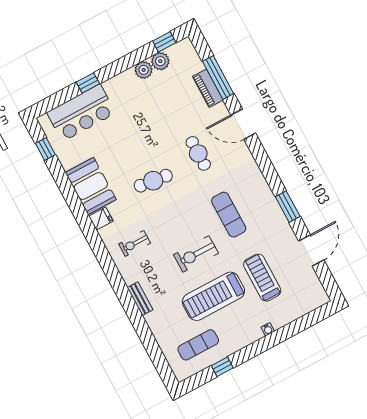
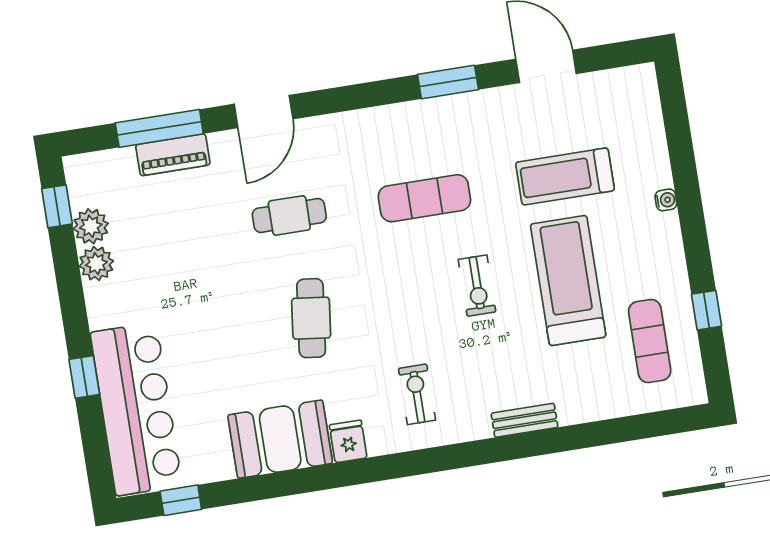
bar counter: (81, 113) -> (136, 409), width x1.36
exercise bike: (135, 243) -> (417, 394), turned 180
exercise bike: (196, 254) -> (477, 286), width x0.73, depth x0.72
treadmill: (213, 296) -> (568, 280), turned 180

